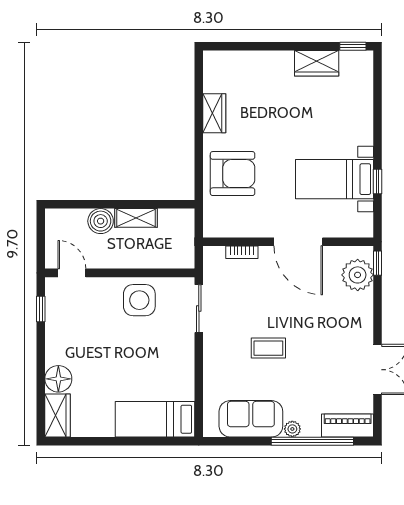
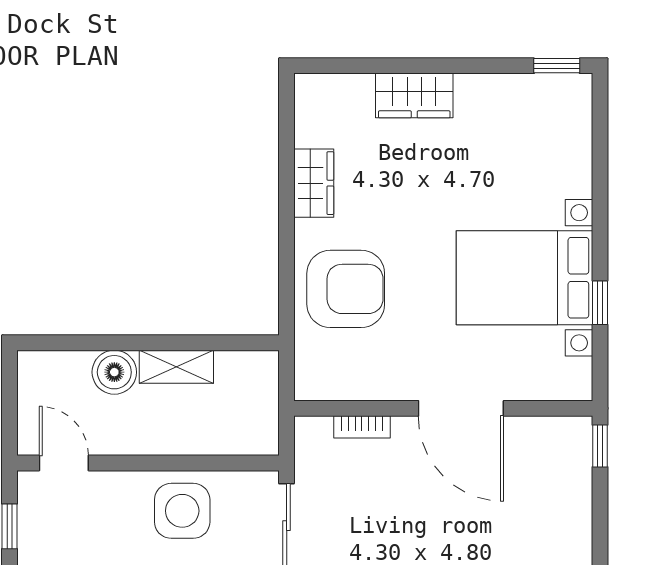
wardrobe: (317, 63) -> (414, 95), moved
bed with nightstands: (335, 179) -> (525, 278), width x1.36
plant: (358, 275) -> (565, 467), removed

